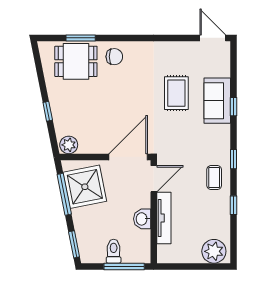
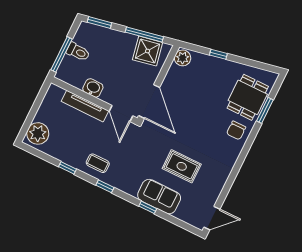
shower: (85, 187) -> (148, 51), width x0.73, depth x0.73

